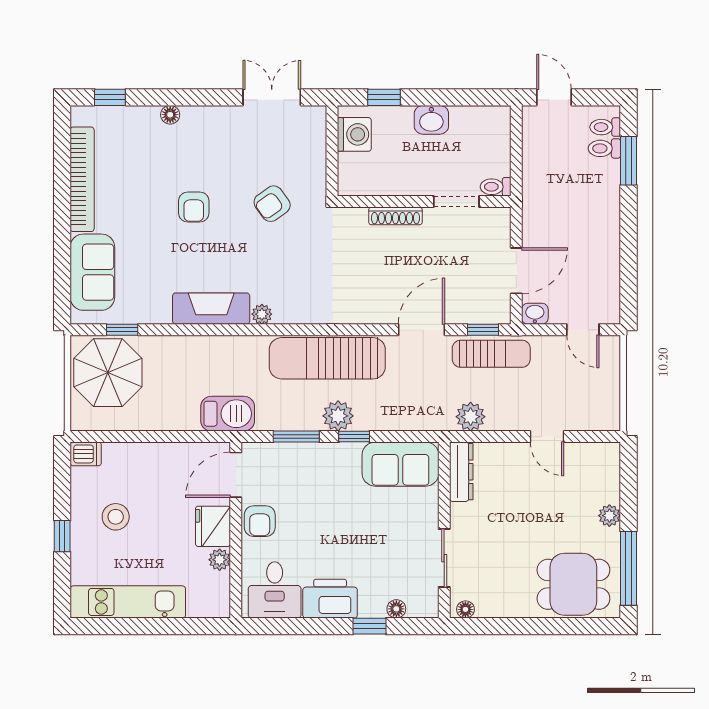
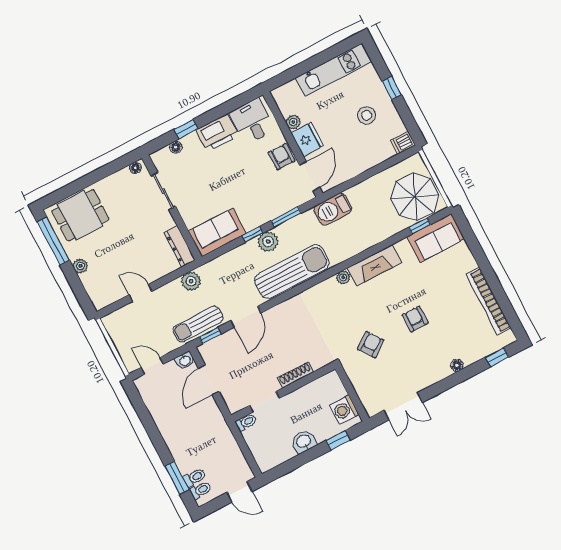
sofa: (92, 272) -> (436, 238), moved, turned -90

